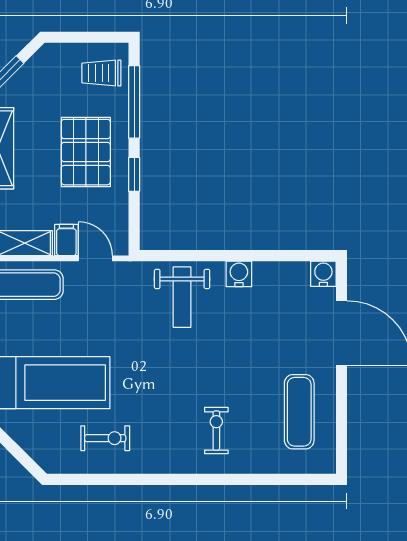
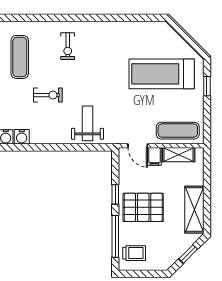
pallet: (86, 152) -> (143, 207), turned 90
water cooler: (239, 274) -> (22, 137), moved
exercise bike: (105, 438) -> (48, 95), moved, turned 180

